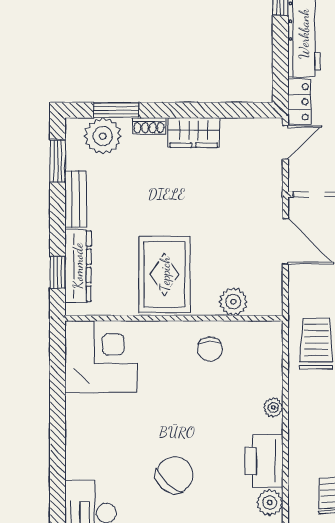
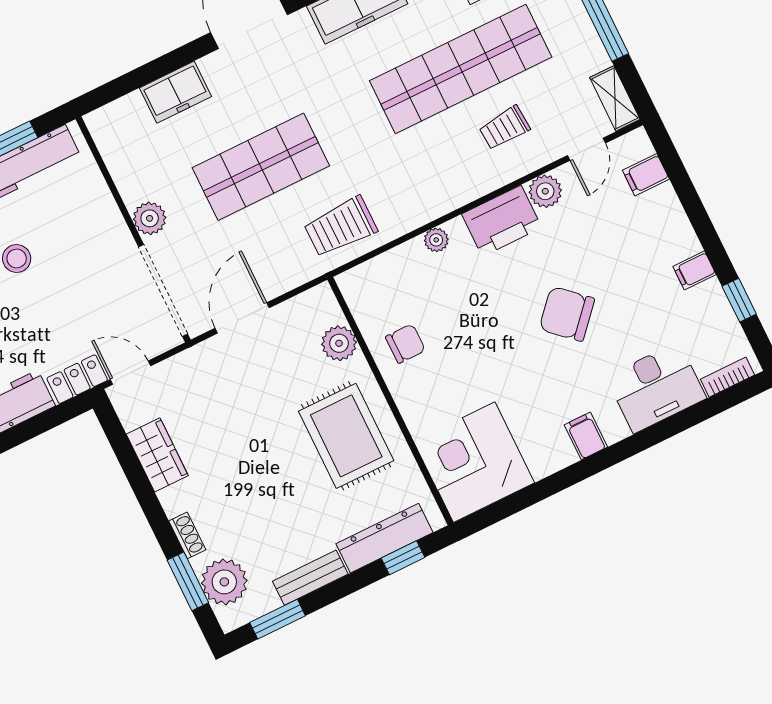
wardrobe: (194, 133) -> (157, 455), moved
rug: (165, 274) -> (346, 436), turned 90
filing cabinet: (81, 446) -> (586, 436), added

